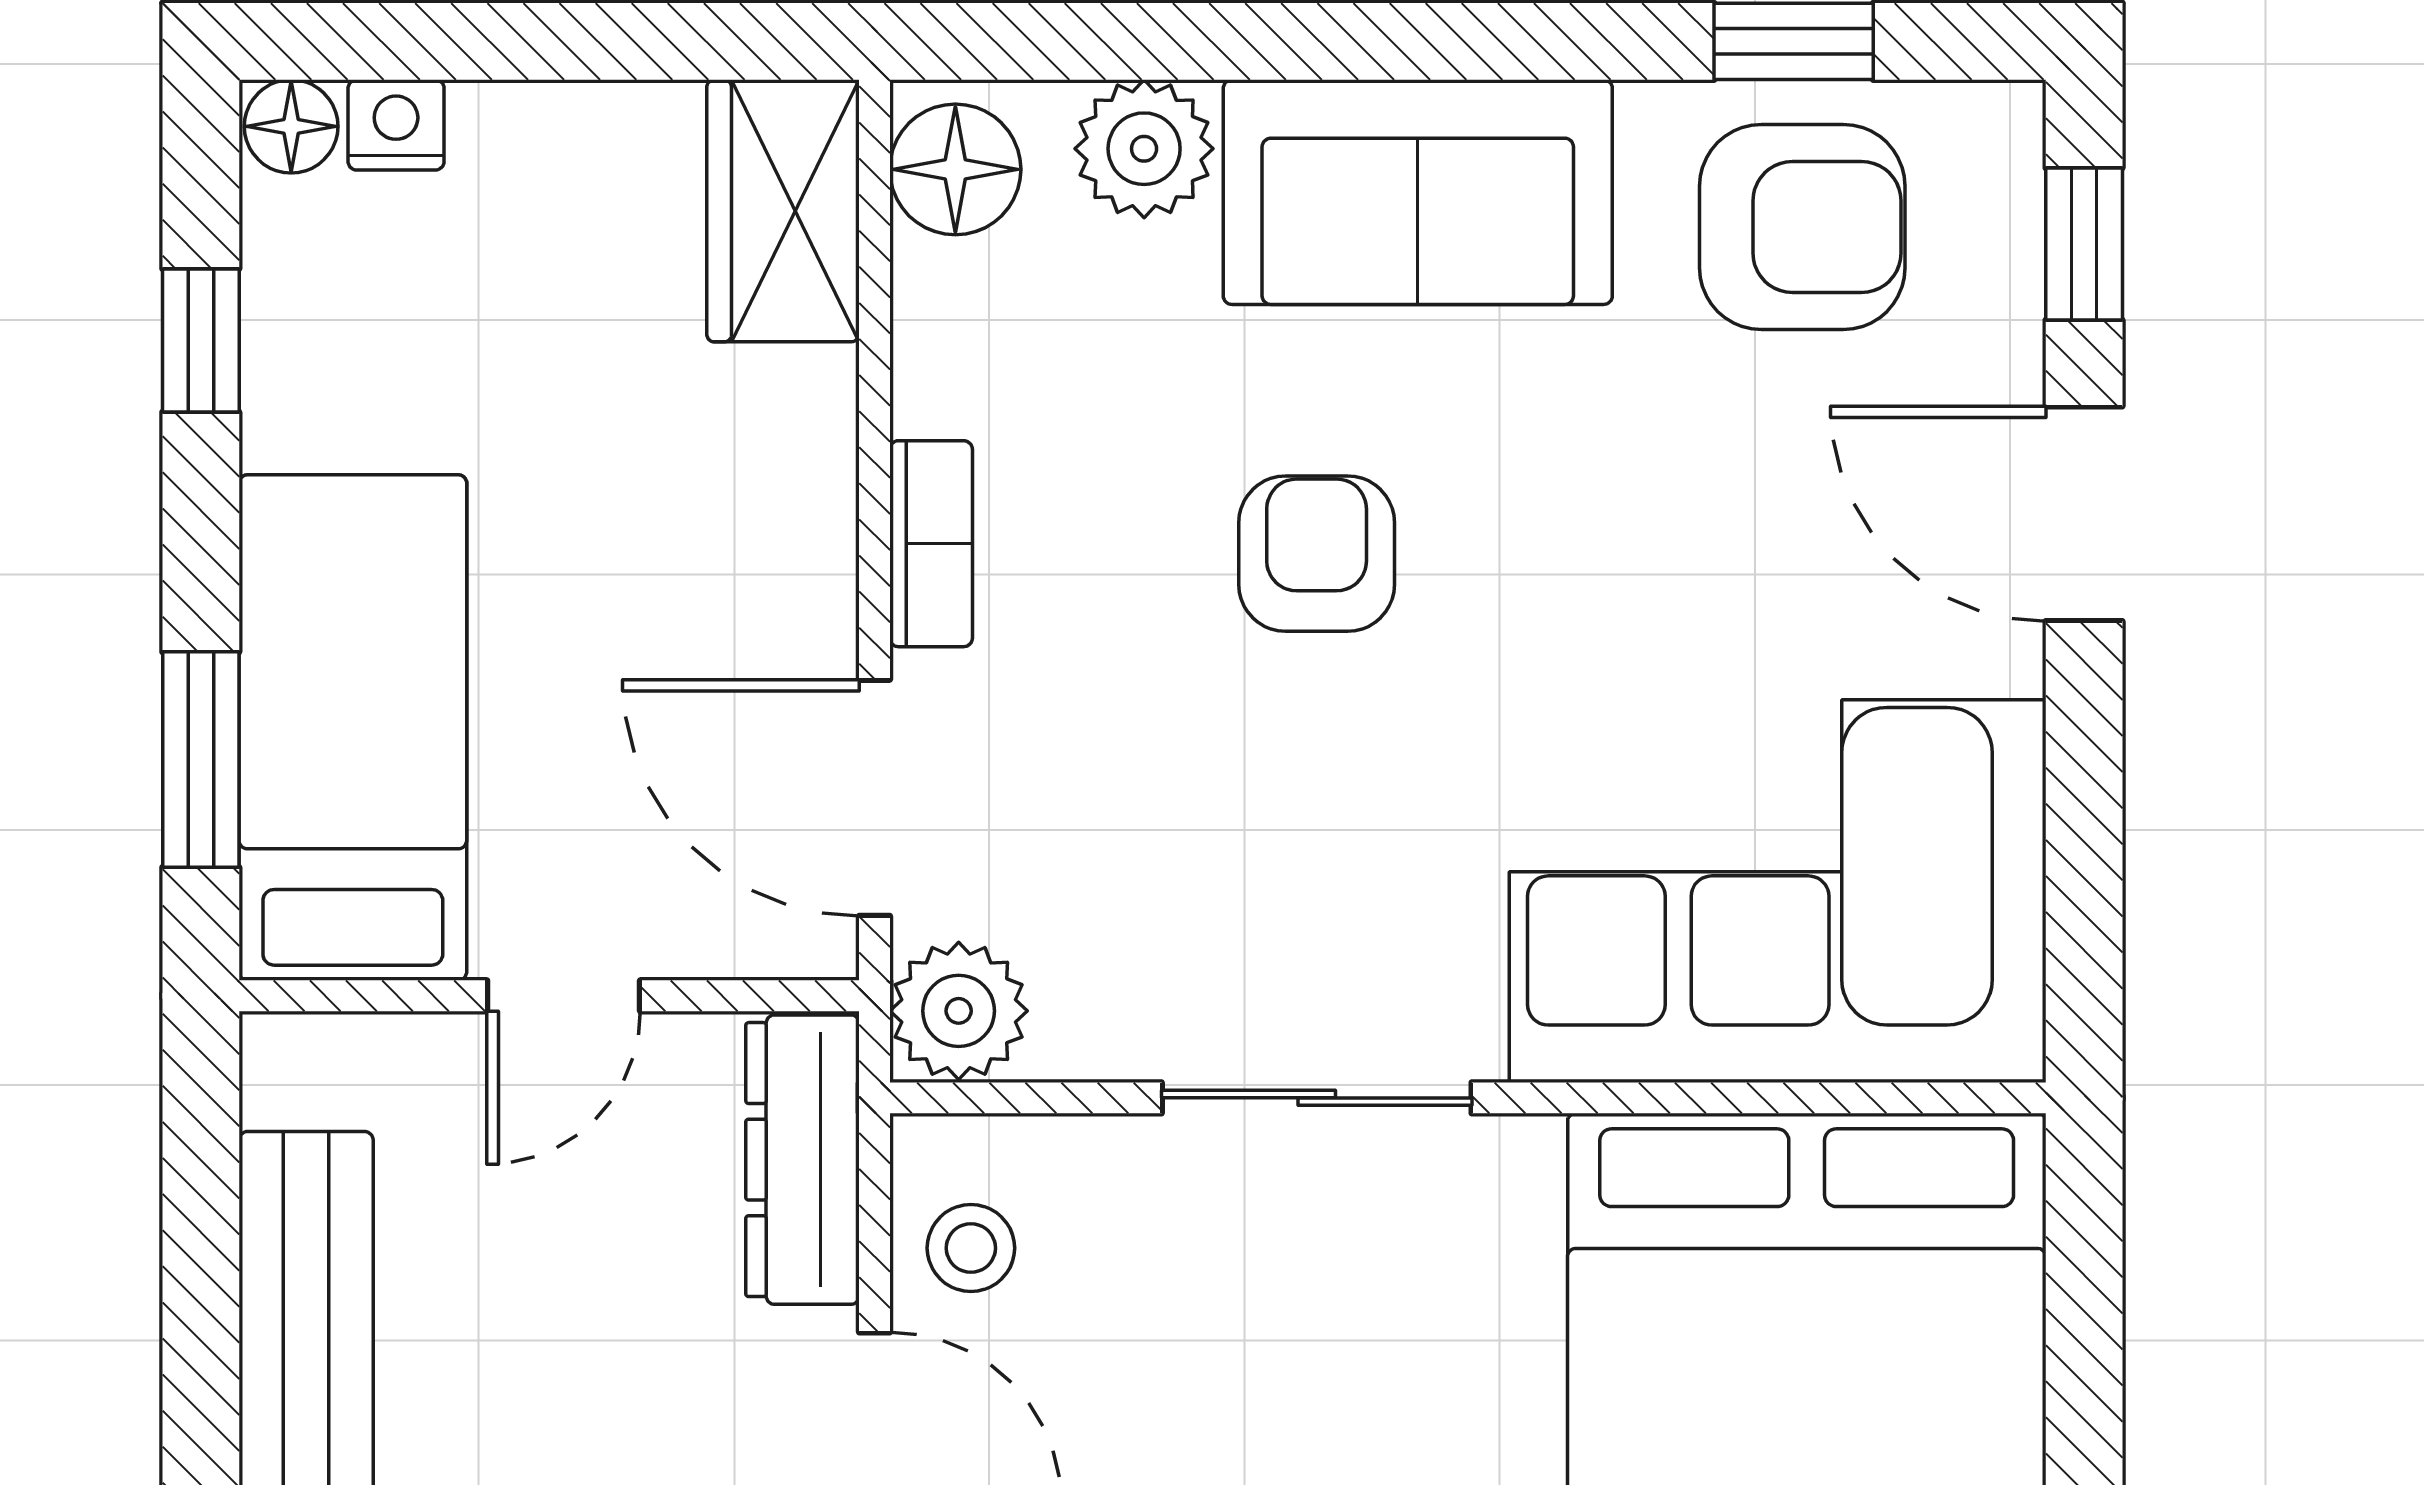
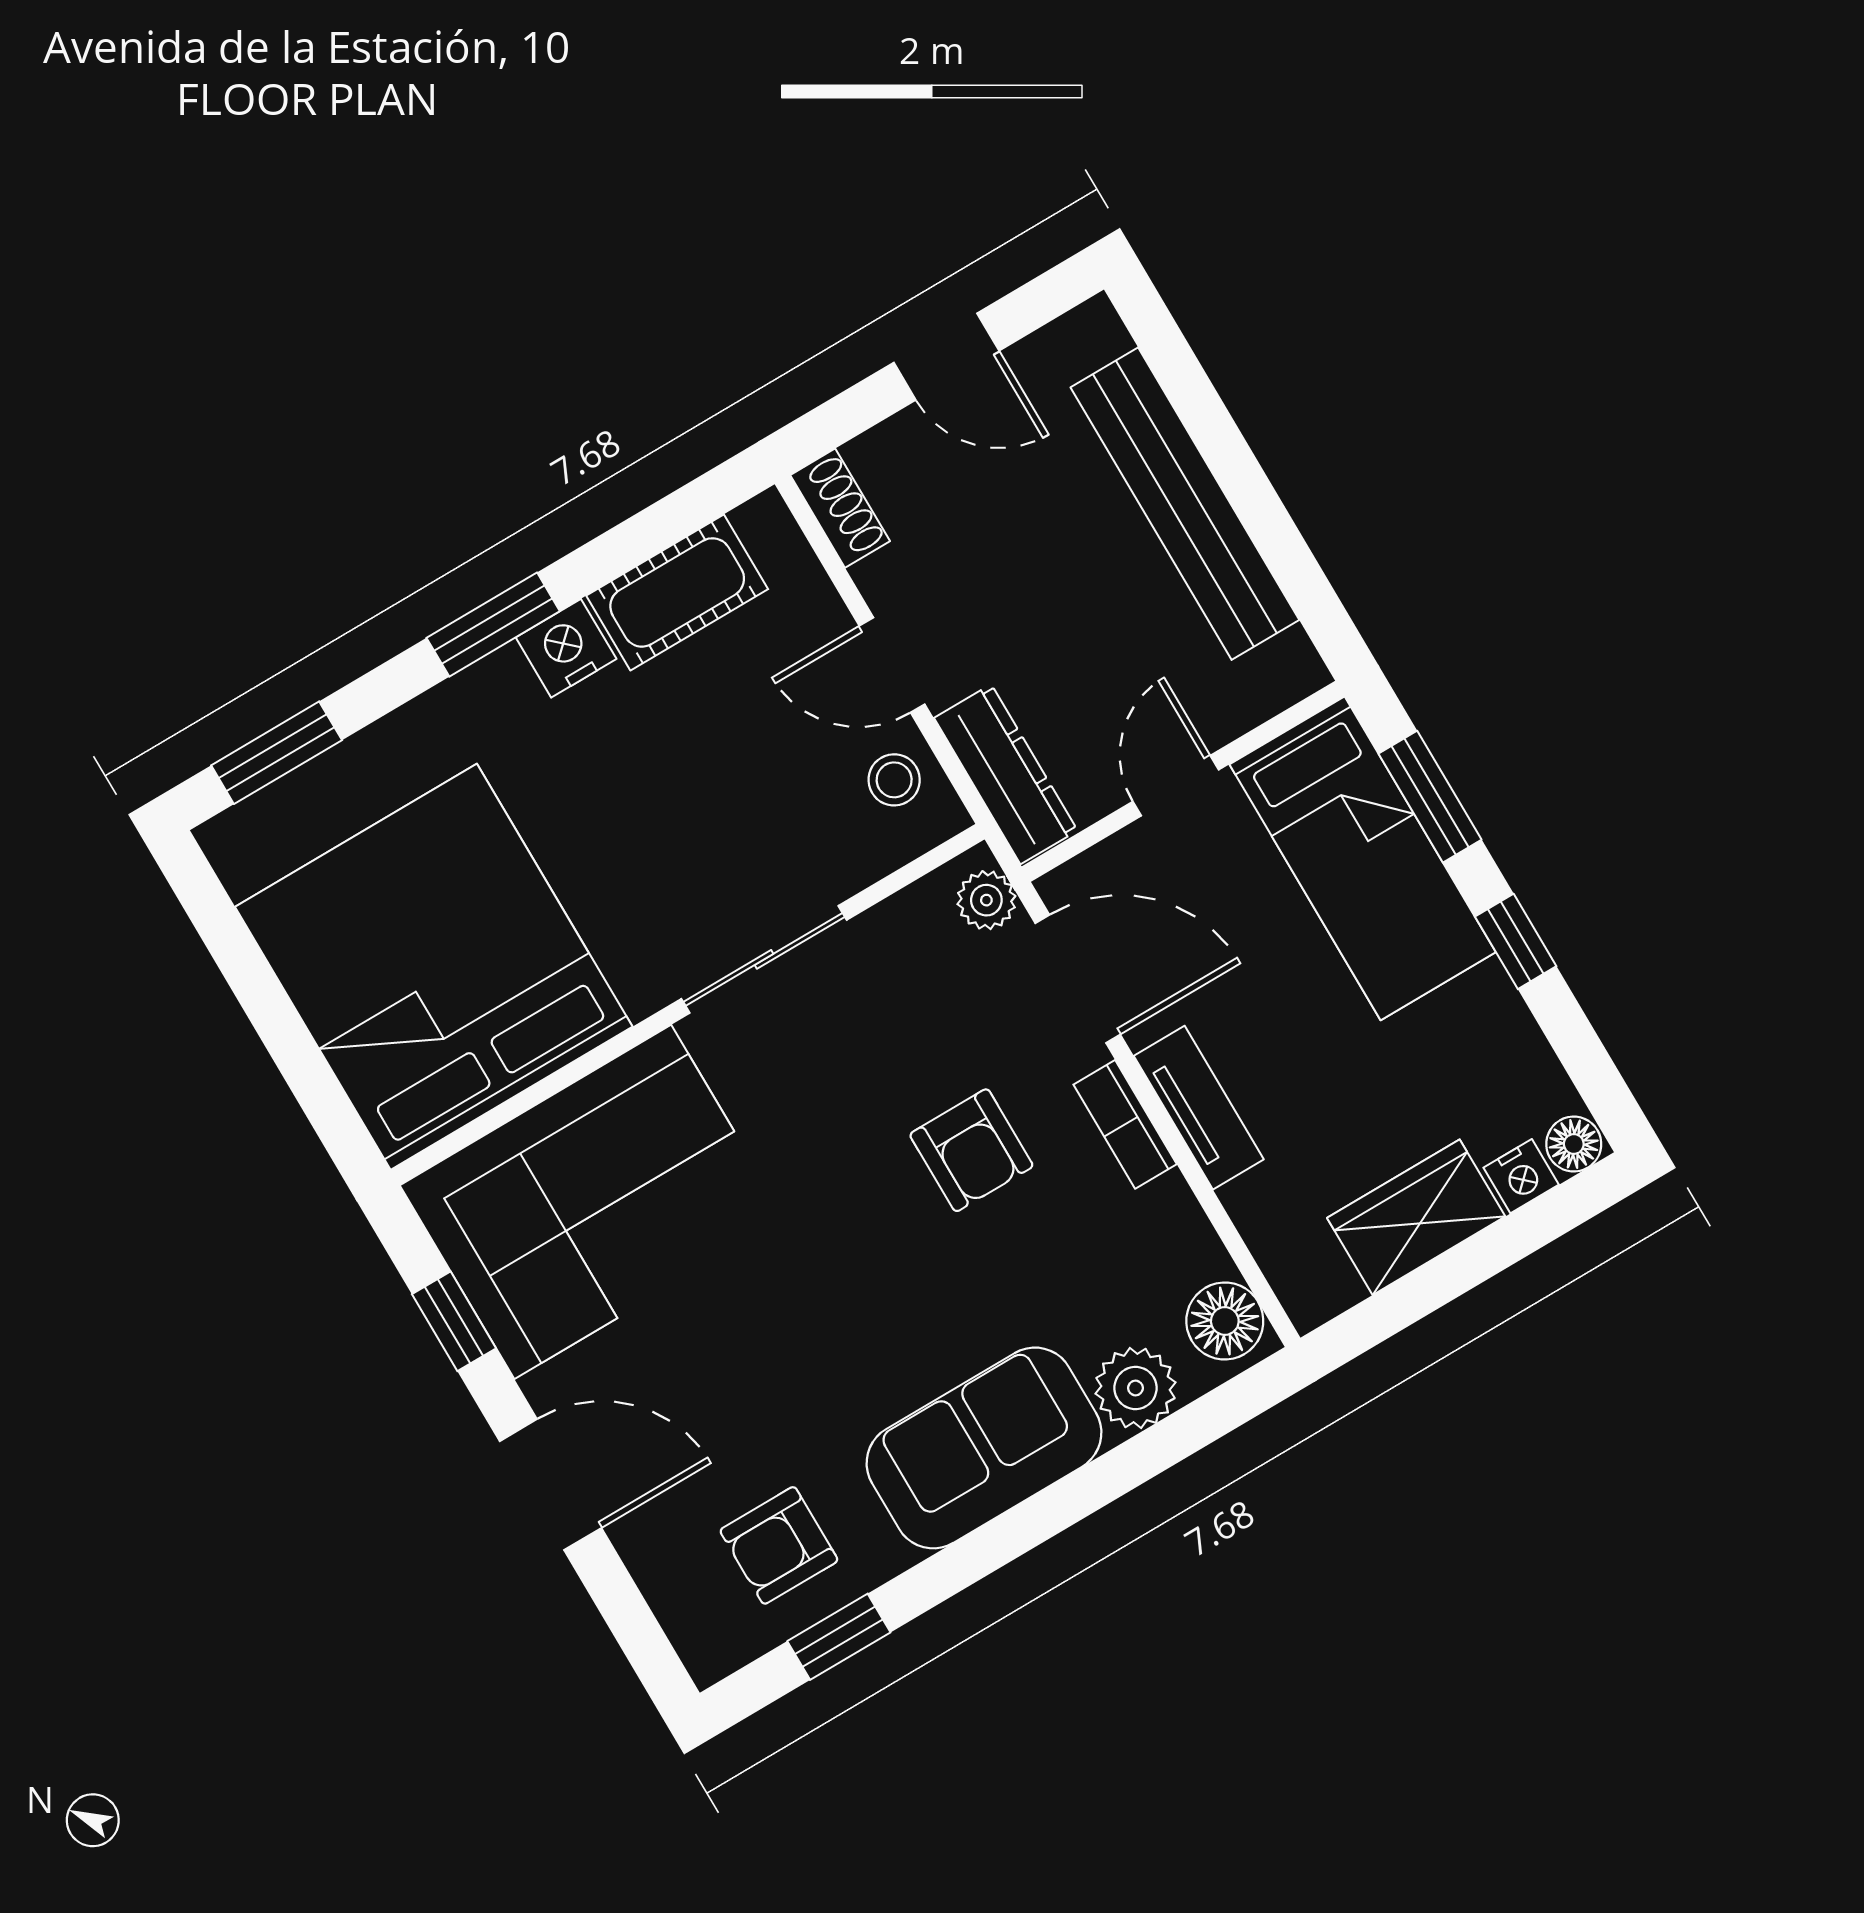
wardrobe: (783, 211) -> (1416, 1217), moved, turned -90
armchair: (1802, 227) -> (779, 1545), width x0.72, depth x0.72
window: (2084, 244) -> (454, 1321), moved
window: (201, 340) -> (1516, 941), moved
tv unit: (809, 504) -> (1199, 1108), added
armchair: (1317, 554) -> (971, 1150), moved
plant: (959, 1011) -> (986, 900), width x0.73, depth x0.73

